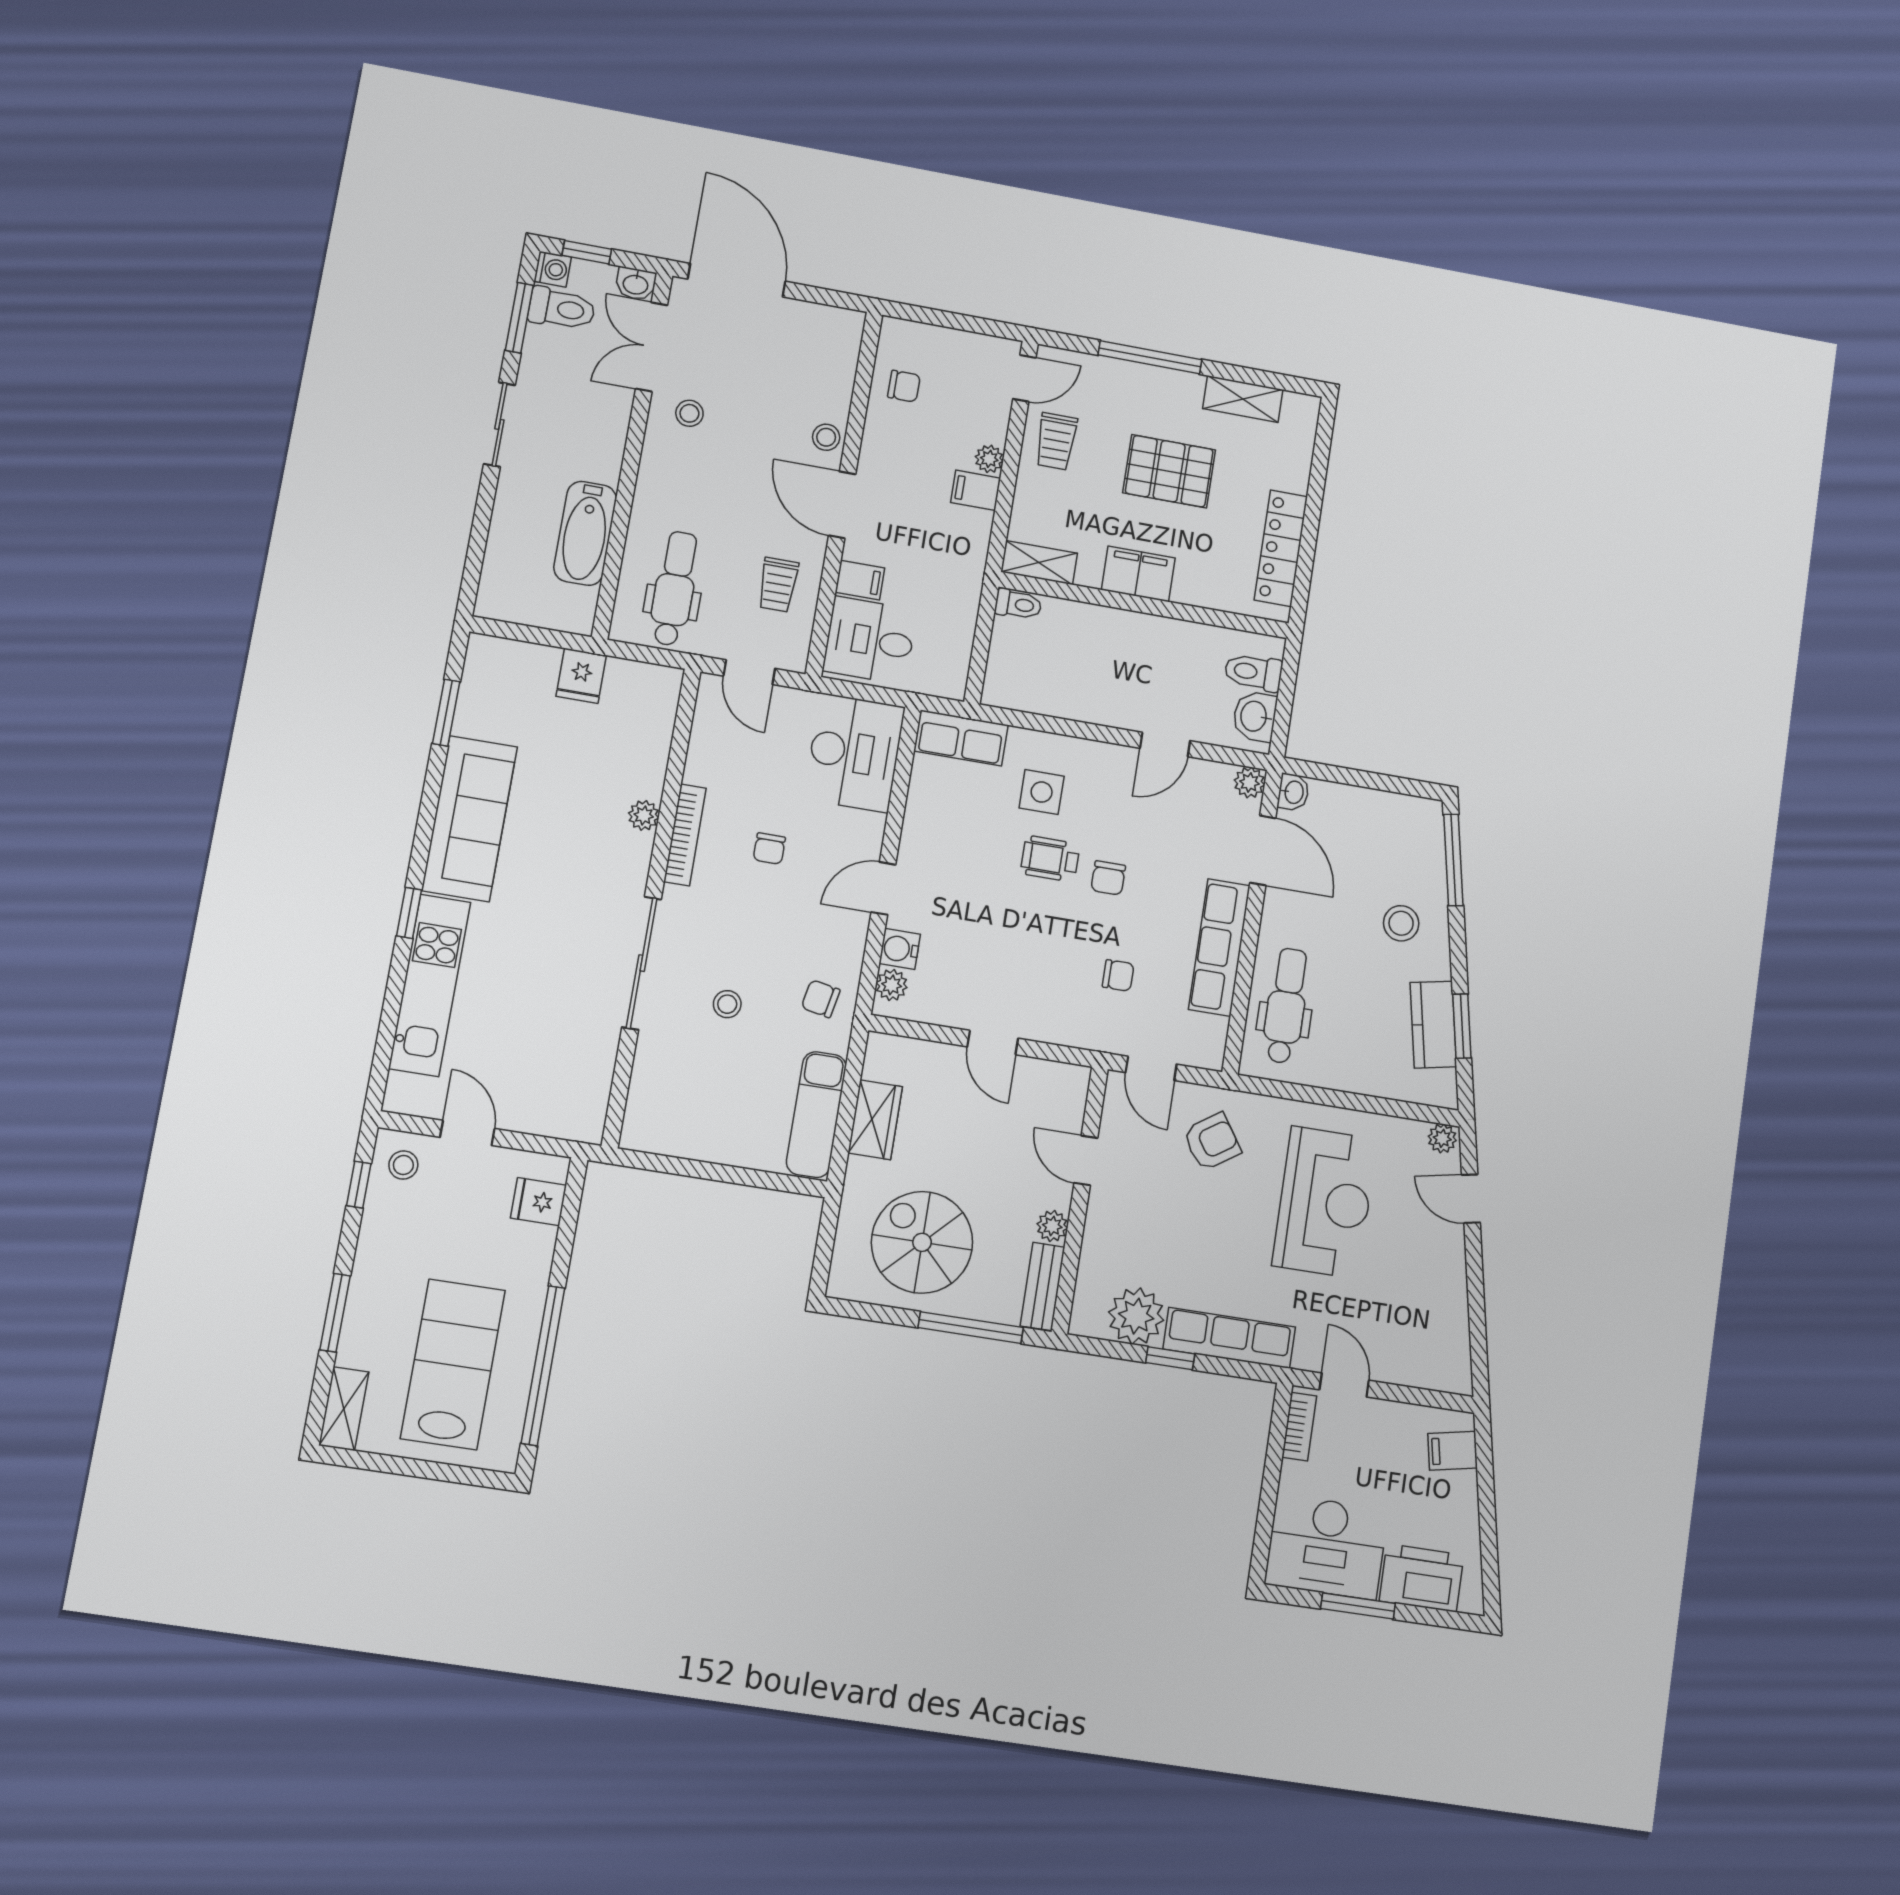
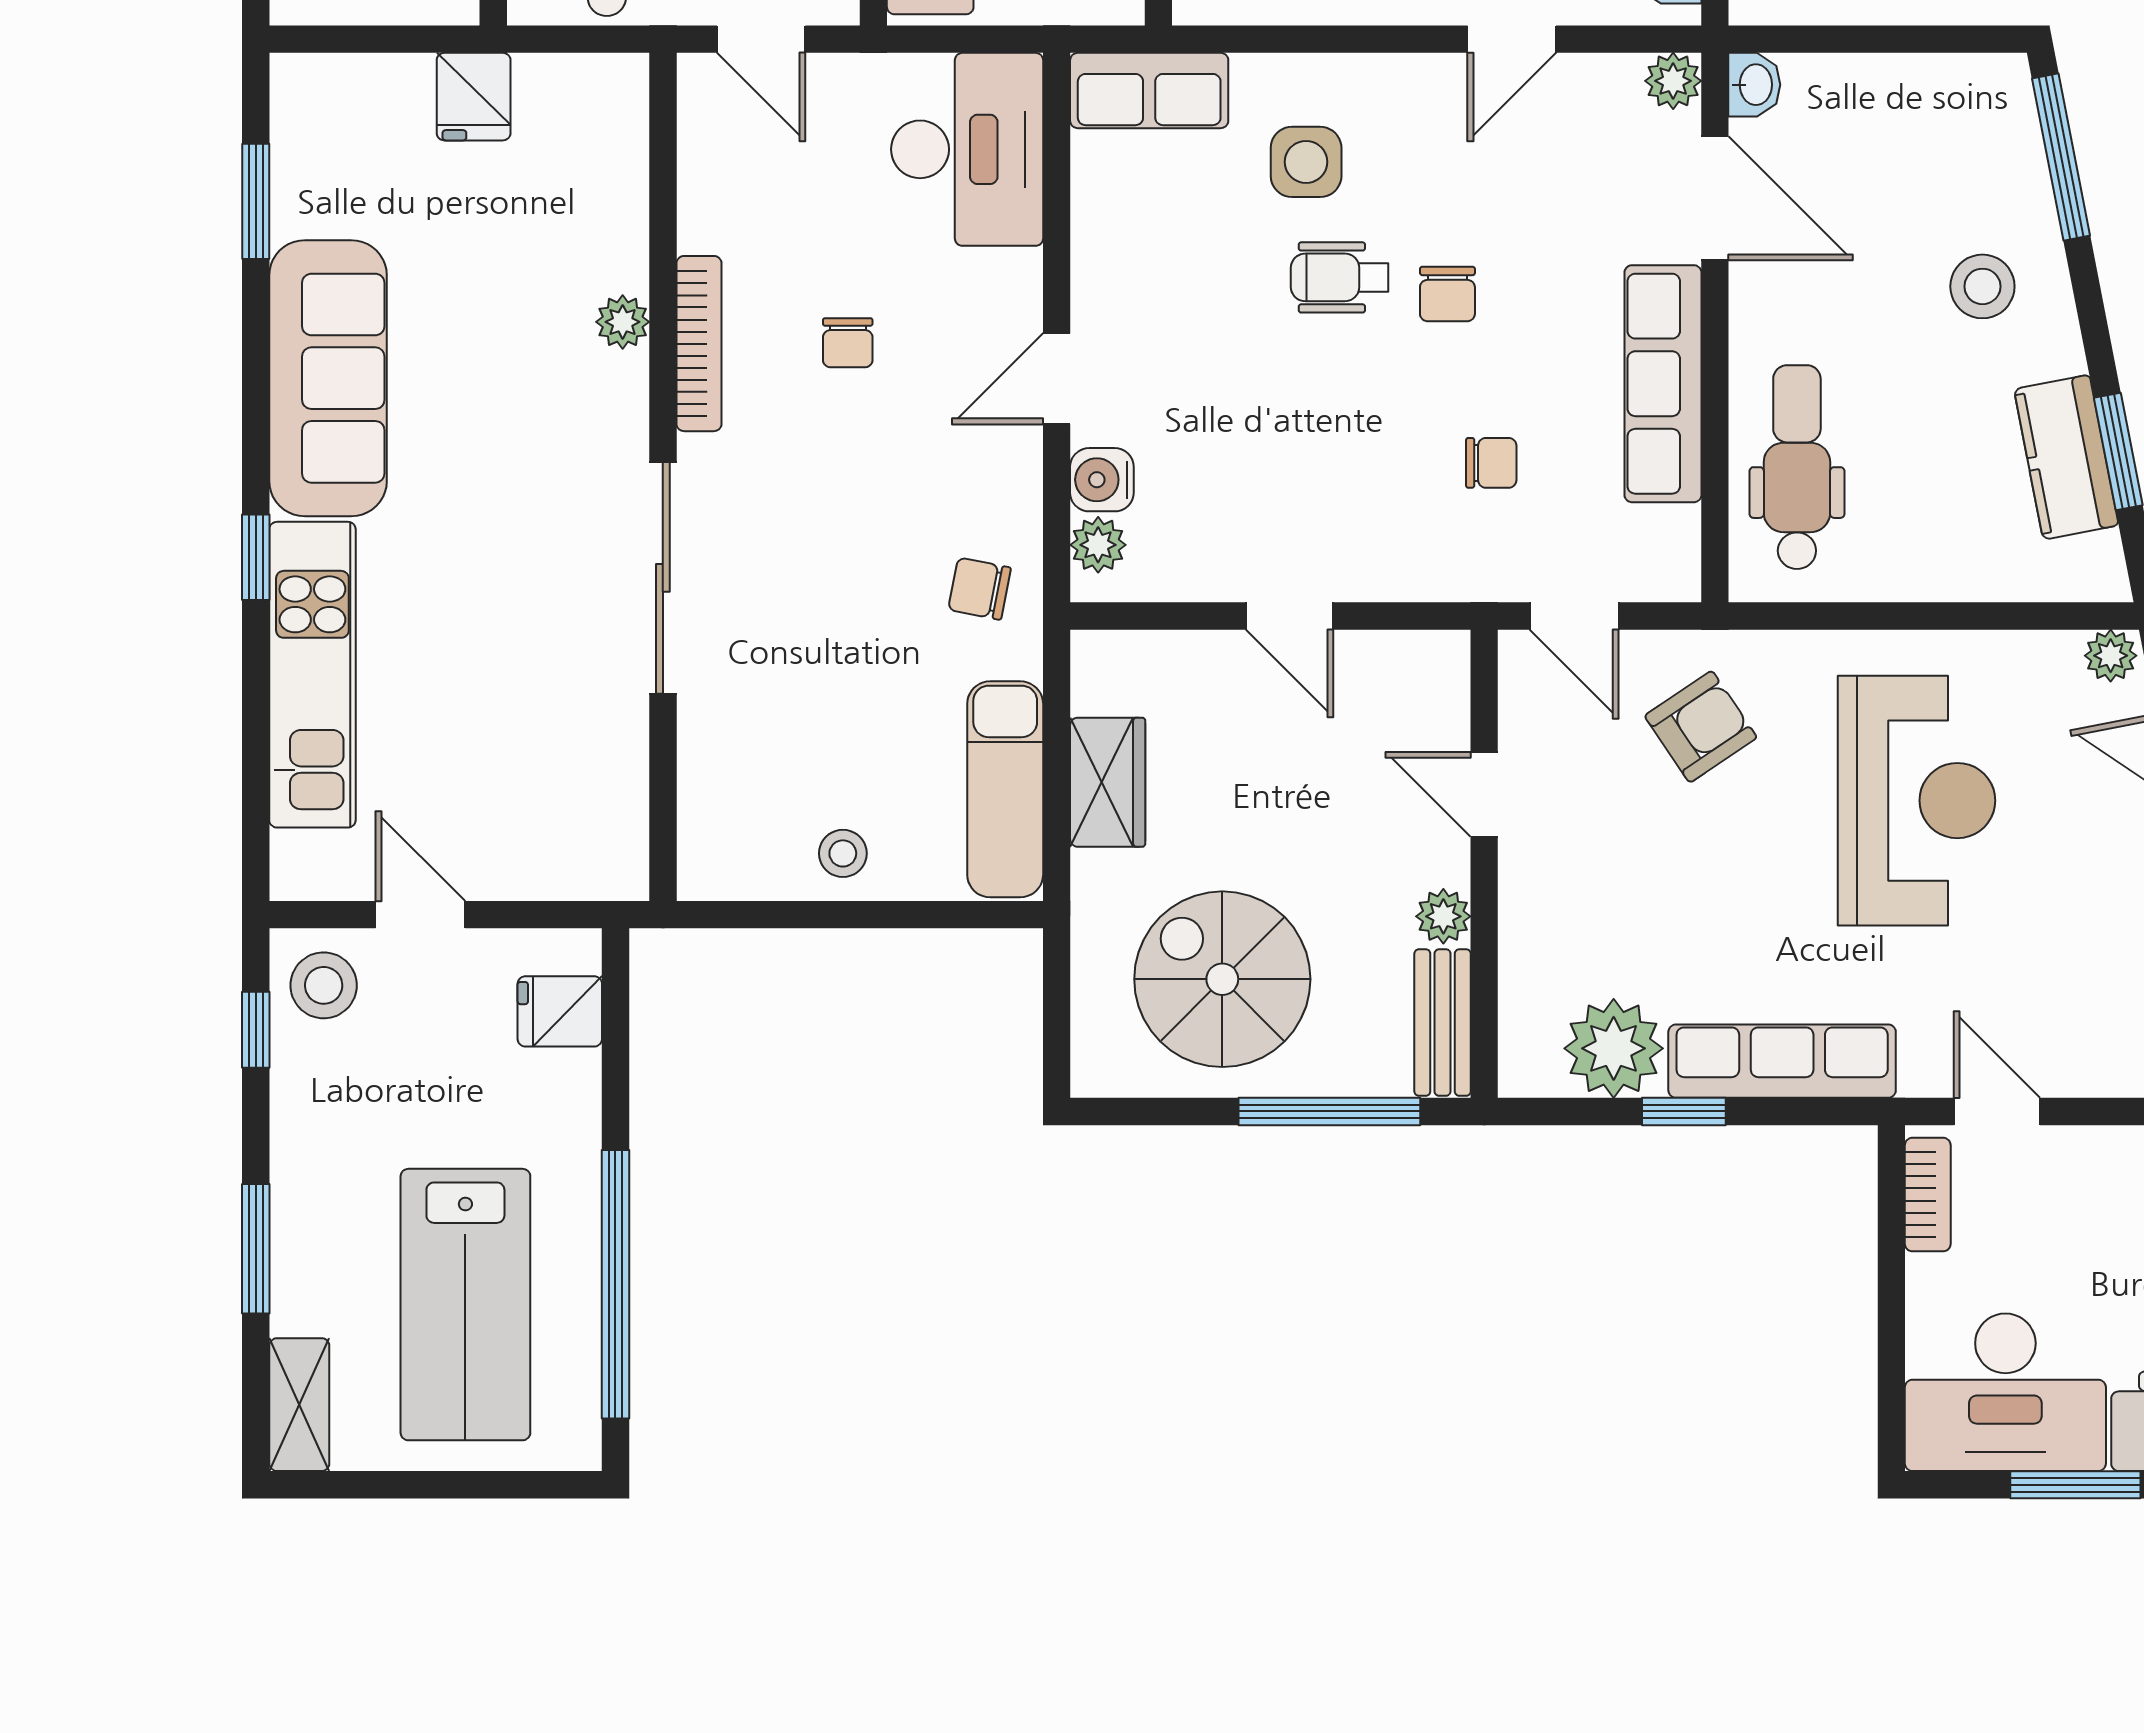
stool: (727, 1004) -> (843, 853), moved
stool: (403, 1165) -> (324, 985), width x1.37, depth x1.37
lab bench: (453, 1364) -> (465, 1305), turned 180

